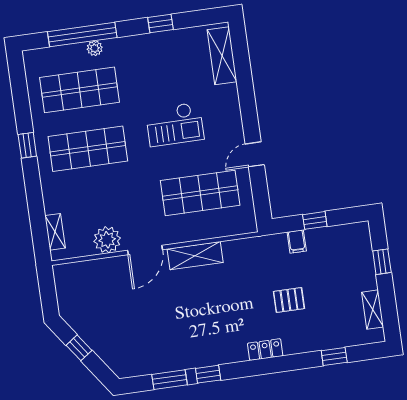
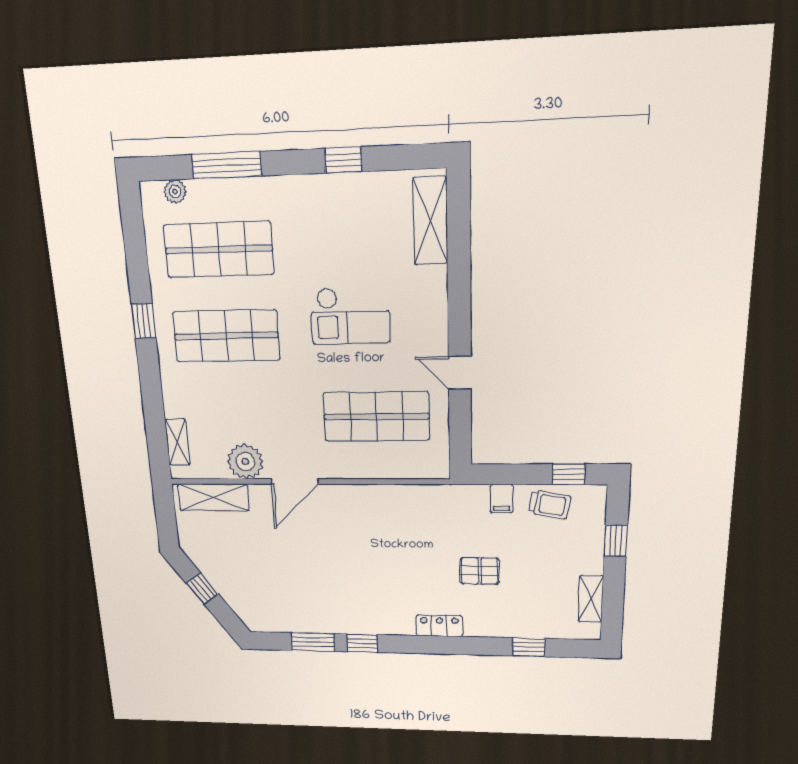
window: (82, 35) -> (227, 165), width x0.68
plant: (95, 48) -> (175, 191), moved
door: (255, 154) -> (460, 373), hinge flipped
window: (315, 220) -> (569, 474), moved
trolley: (331, 241) -> (549, 505), added
shelving: (195, 256) -> (213, 497), moved

